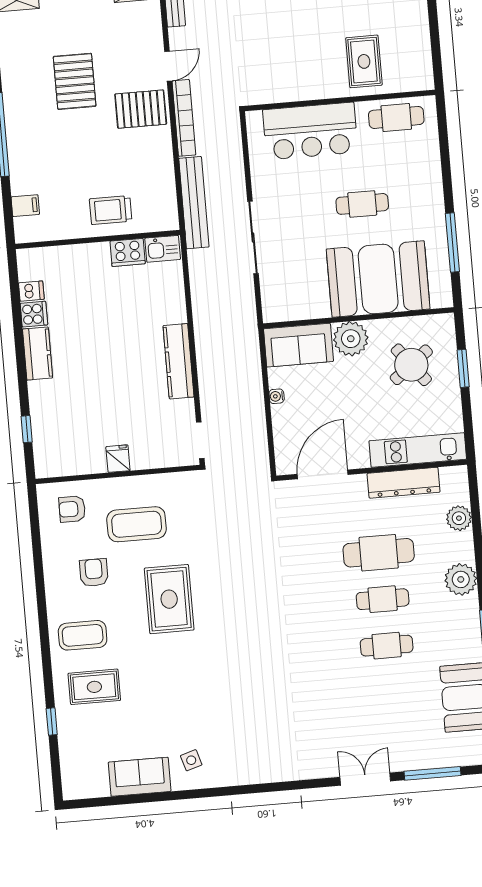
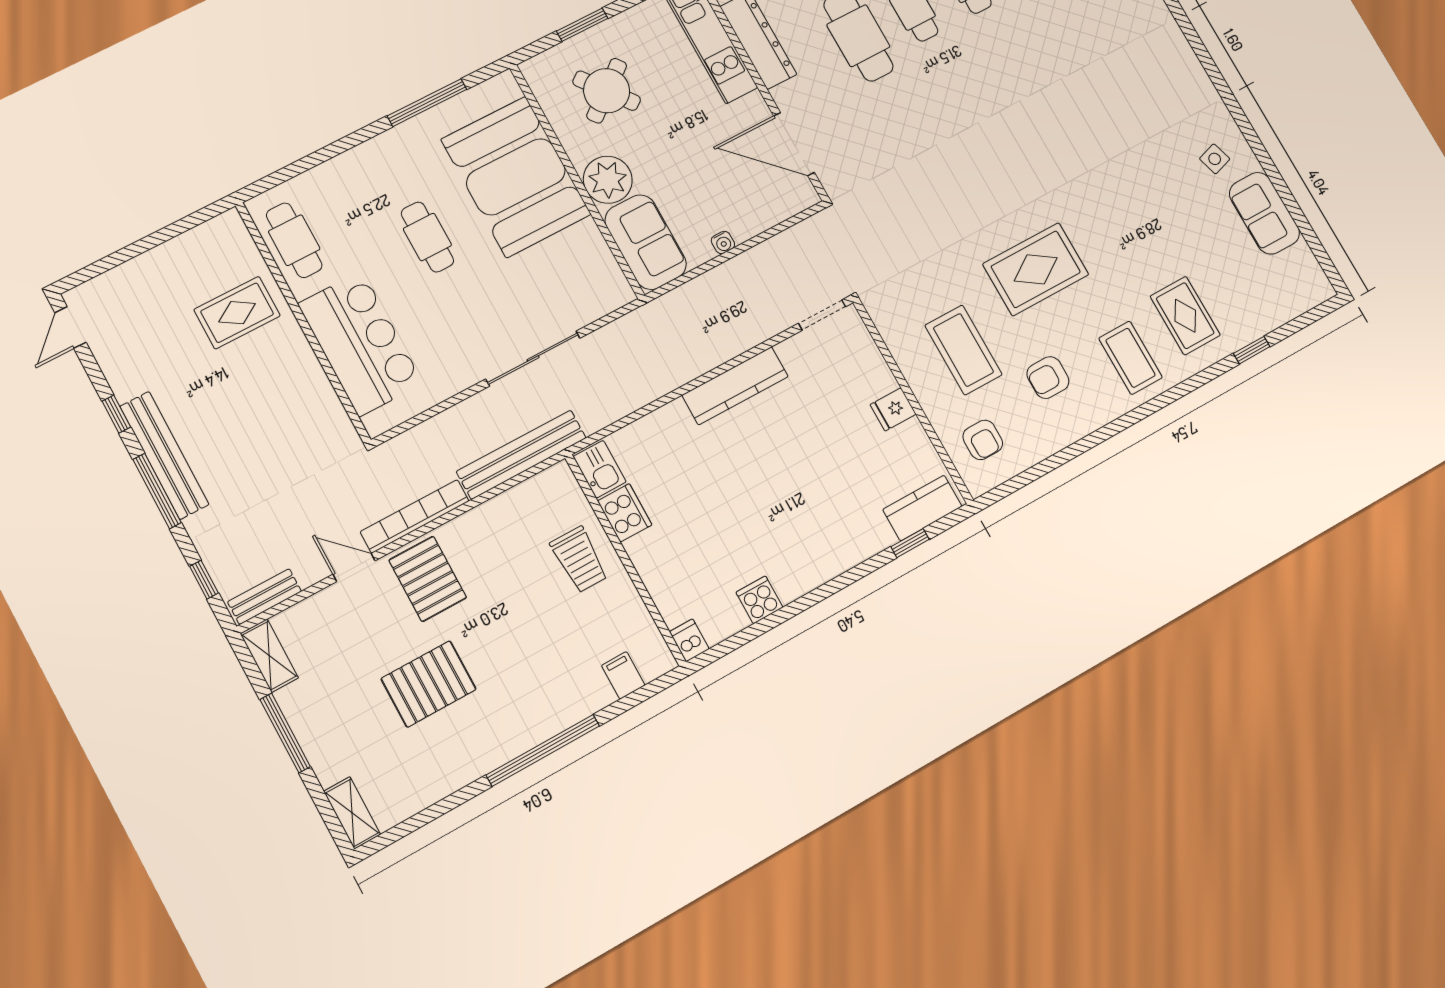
dishwasher: (31, 291) -> (689, 640), moved
kitchen counter: (38, 354) -> (922, 508), moved

